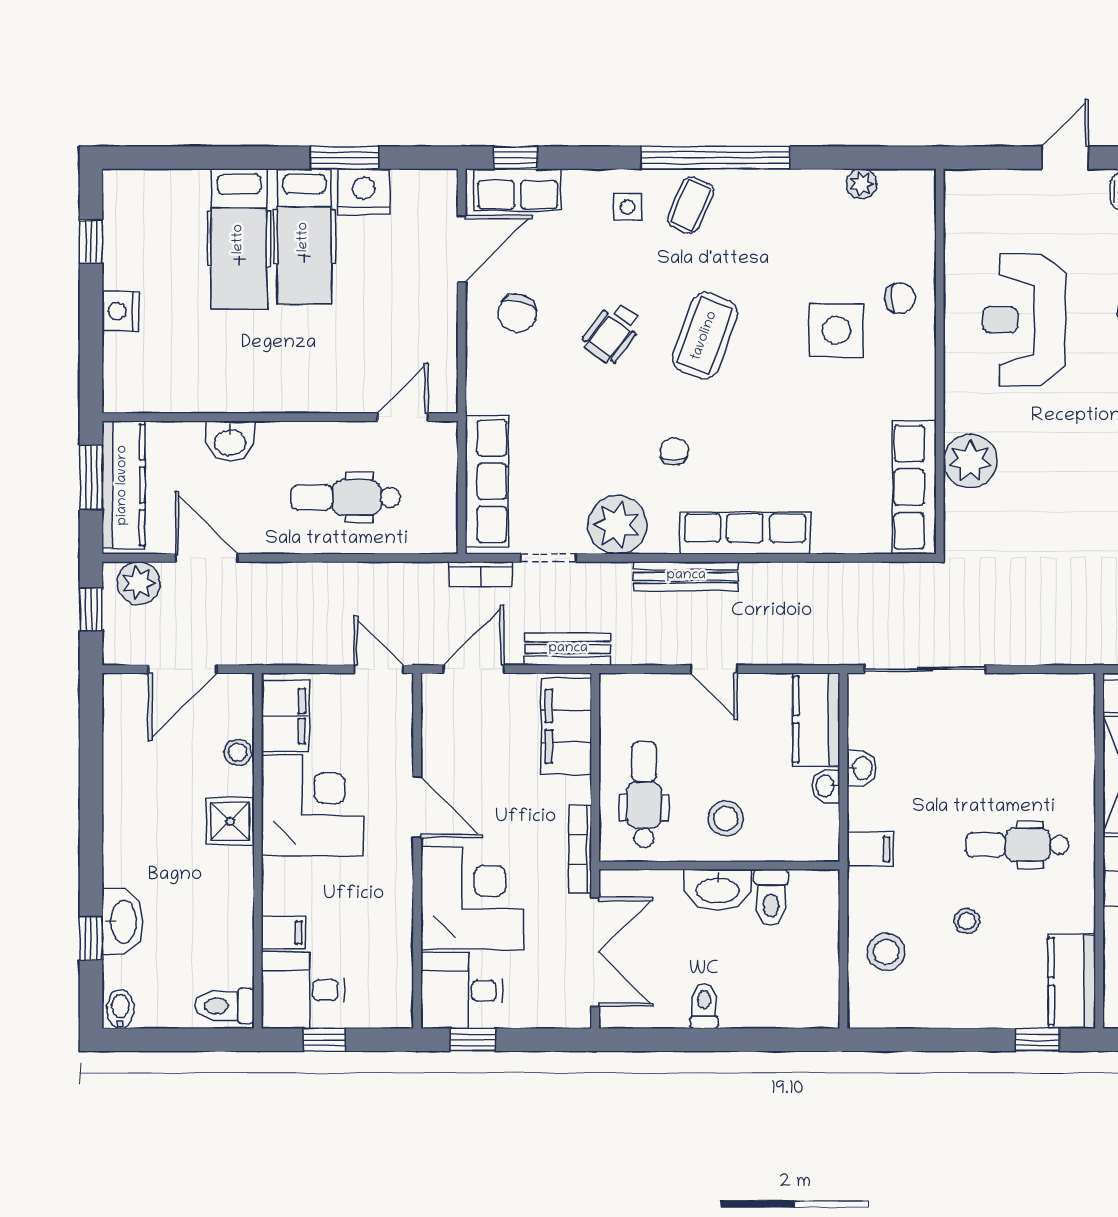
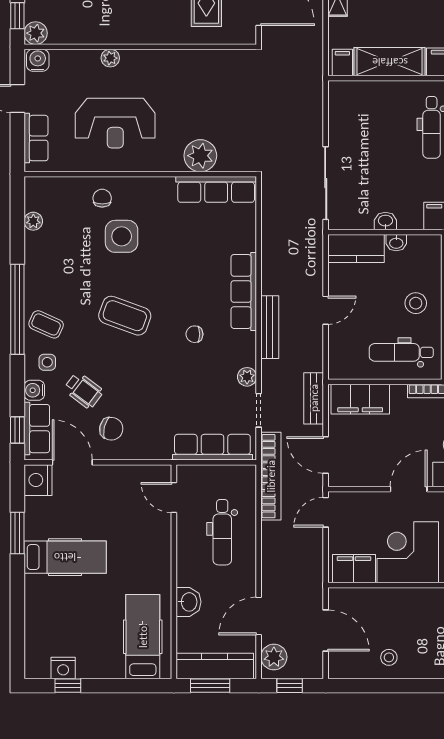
water cooler: (581, 186) -> (34, 390), added
row of seats: (1000, 188) -> (36, 138), added
nightstand: (364, 192) -> (38, 480), moved
hospital bed: (239, 239) -> (143, 637), moved, turned -90
nightstand: (120, 311) -> (63, 668), moved
wheelchair: (612, 333) -> (83, 390), moved
plant: (617, 525) -> (247, 377), width x0.53, depth x0.53
bookcase: (480, 574) -> (271, 476), width x2.31, depth x1.31
stool: (238, 752) -> (389, 657), moved
shower: (230, 821) -> (418, 602), removed

